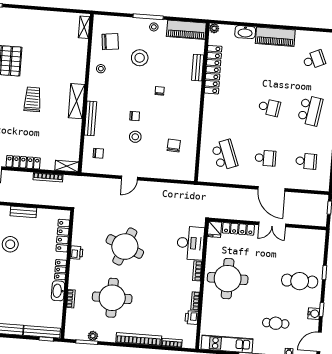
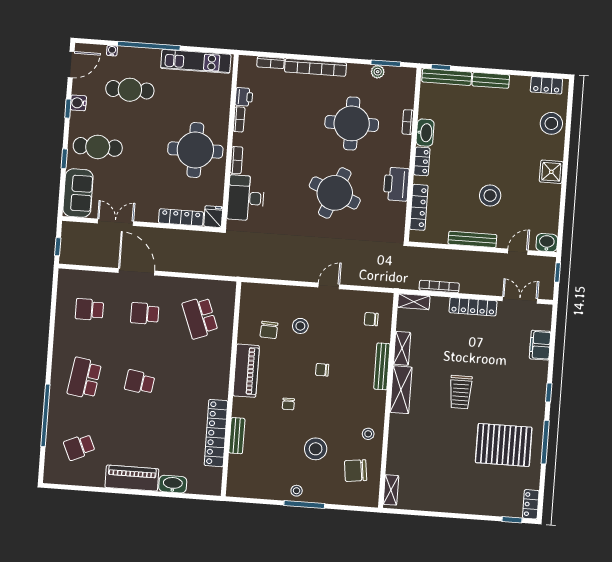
plant: (214, 28) -> (215, 489), removed
piano: (186, 30) -> (246, 371), moved, turned 90
shelving: (76, 132) -> (402, 348), added
stool: (135, 137) -> (300, 326), moved
bench: (23, 212) -> (472, 239), width x1.36
double door: (272, 224) -> (115, 222), moved
sofa: (314, 247) -> (78, 193), added
printer: (77, 253) -> (396, 184), width x1.87, depth x1.48
cafe table: (276, 323) -> (130, 90), width x1.37, depth x1.35

